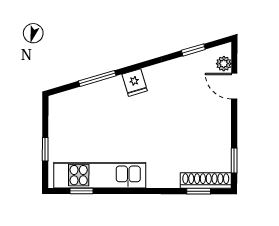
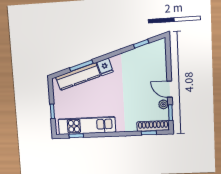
plant: (224, 64) -> (163, 104), moved
door: (234, 86) -> (170, 89), moved
kitchen counter: (91, 95) -> (78, 77), added

